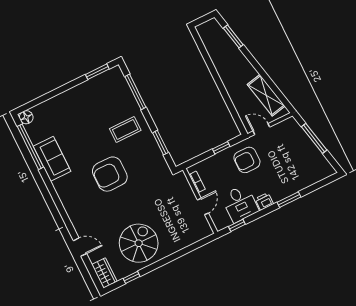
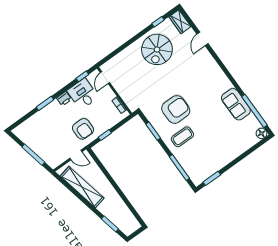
shelving: (266, 95) -> (82, 187), width x1.47
armchair: (247, 160) -> (83, 129), turned 90
armchair: (110, 174) -> (176, 109), moved
door: (203, 206) -> (105, 78), moved
door: (80, 247) -> (202, 39), hinge flipped

